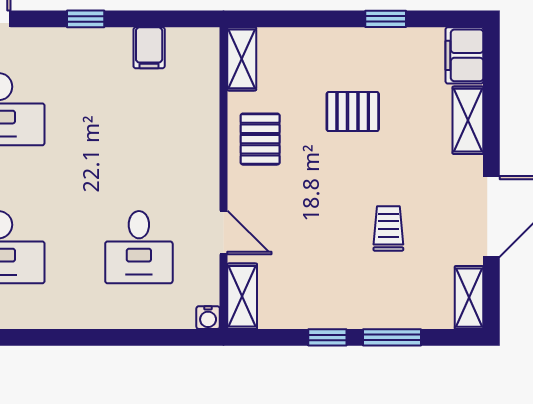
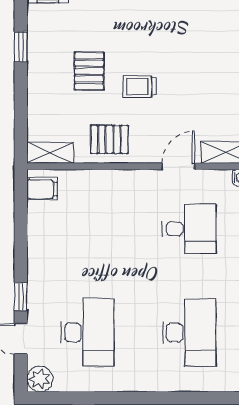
window: (86, 19) -> (21, 297), moved
filing cabinet: (149, 48) -> (42, 189), moved
trolley: (388, 228) -> (140, 86), moved

